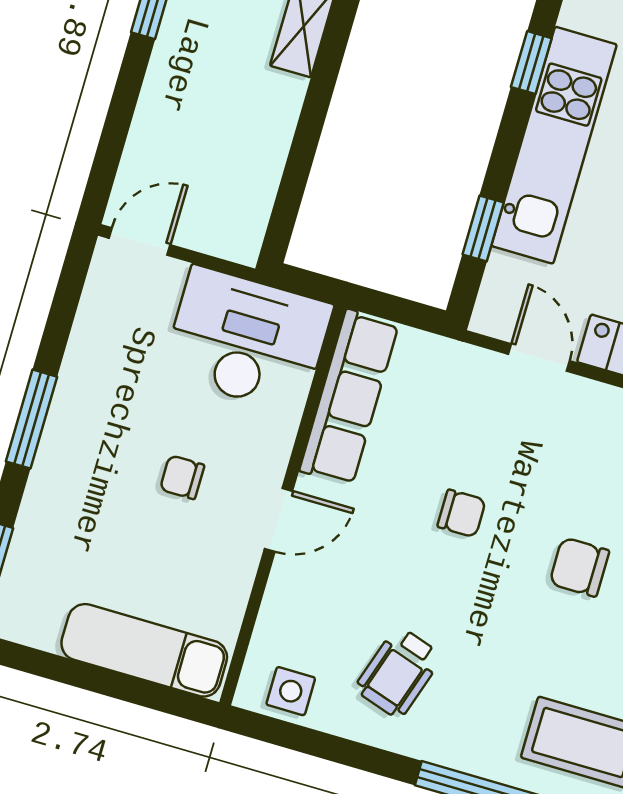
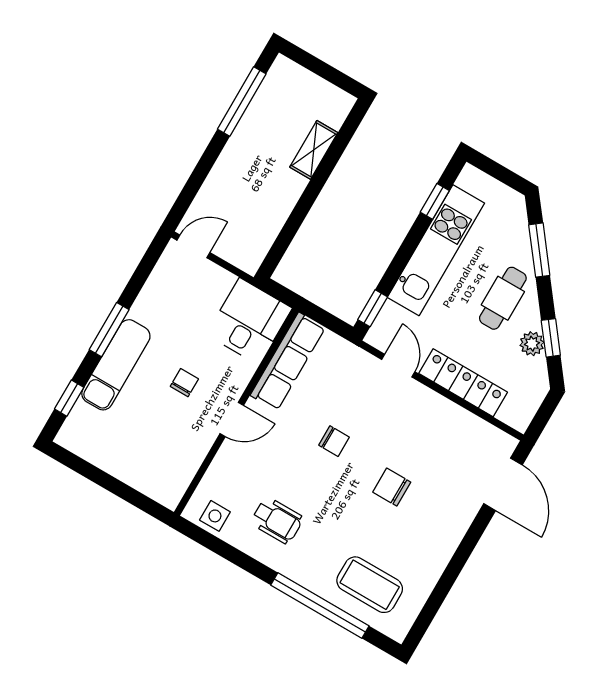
window: (483, 228) -> (373, 308), moved
desk: (247, 340) -> (249, 321), width x0.73
chair: (182, 477) -> (184, 383), turned 90
exam couch: (144, 650) -> (116, 365), moved, turned 90
wheelchair: (398, 672) -> (277, 520), turned -108

